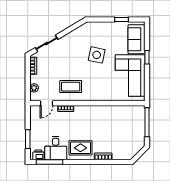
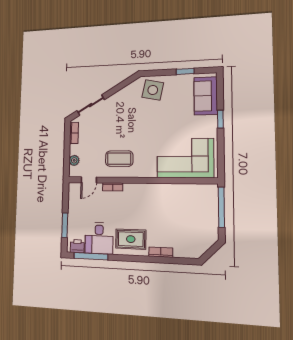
side table: (97, 55) -> (153, 90), moved
corner sofa: (130, 75) -> (185, 158), moved, turned 90

